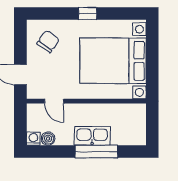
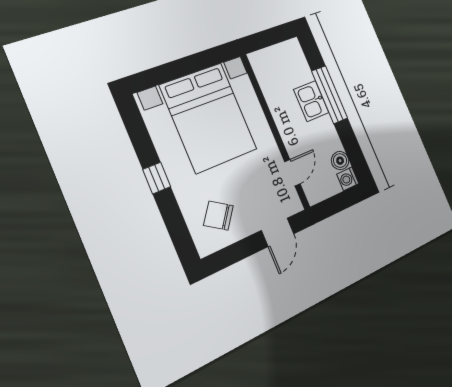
kitchen sink: (92, 136) -> (311, 101), width x0.73

